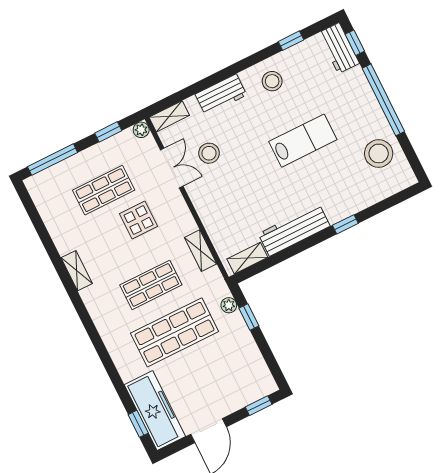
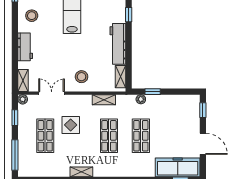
stool: (209, 153) -> (82, 77), moved
shop shelf: (175, 332) -> (141, 136), width x0.70, depth x0.74

